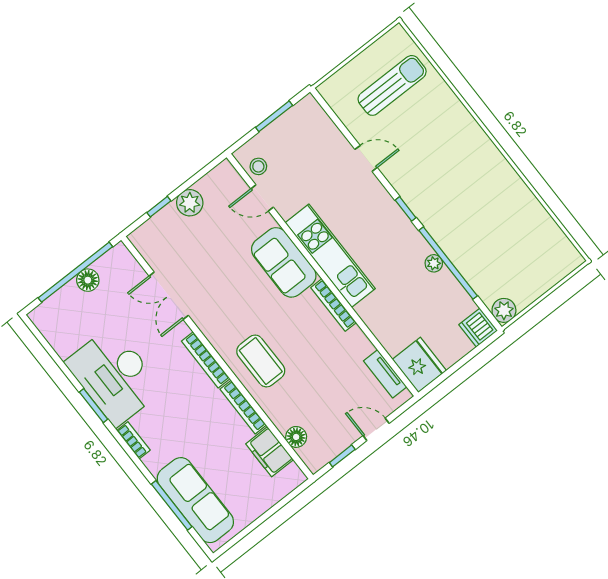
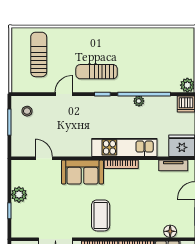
stool: (258, 166) -> (27, 111), moved
sun lounger: (429, 178) -> (97, 72), added
door: (262, 198) -> (44, 158), swing flipped
kitchen unit: (330, 256) -> (124, 147), moved
coffee table: (261, 361) -> (101, 215), moved, turned 90

